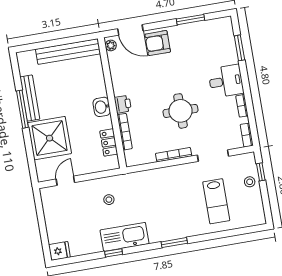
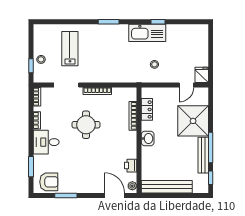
armchair: (158, 43) -> (49, 182), moved
window: (16, 72) -> (211, 178), added
printer: (123, 104) -> (131, 166), moved
fridge: (59, 251) -> (202, 75), moved, turned 90

